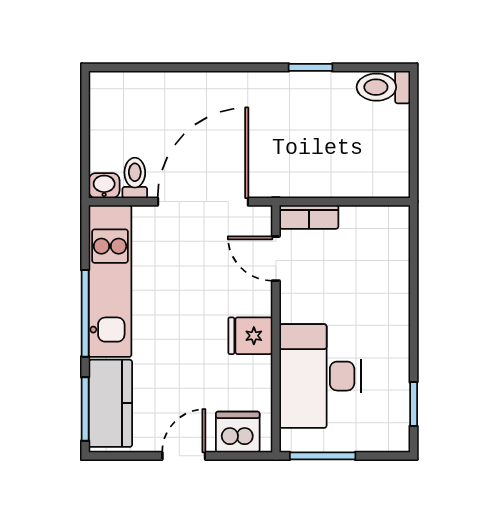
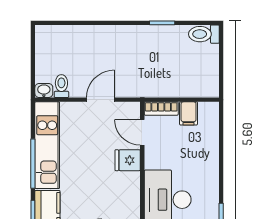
door: (203, 202) -> (100, 100), width x0.53
filing cabinet: (357, 226) -> (189, 113), added
fridge: (250, 336) -> (128, 160), moved

